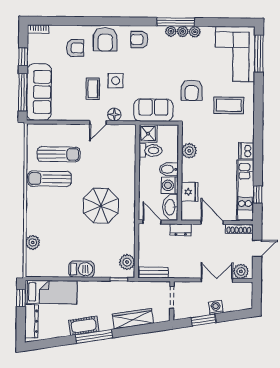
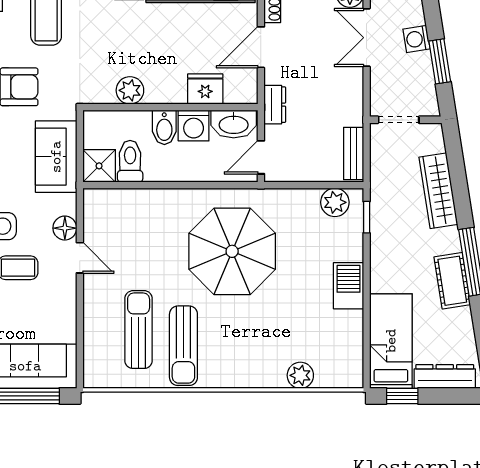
parasol: (101, 206) -> (232, 251), width x1.36, depth x1.36

